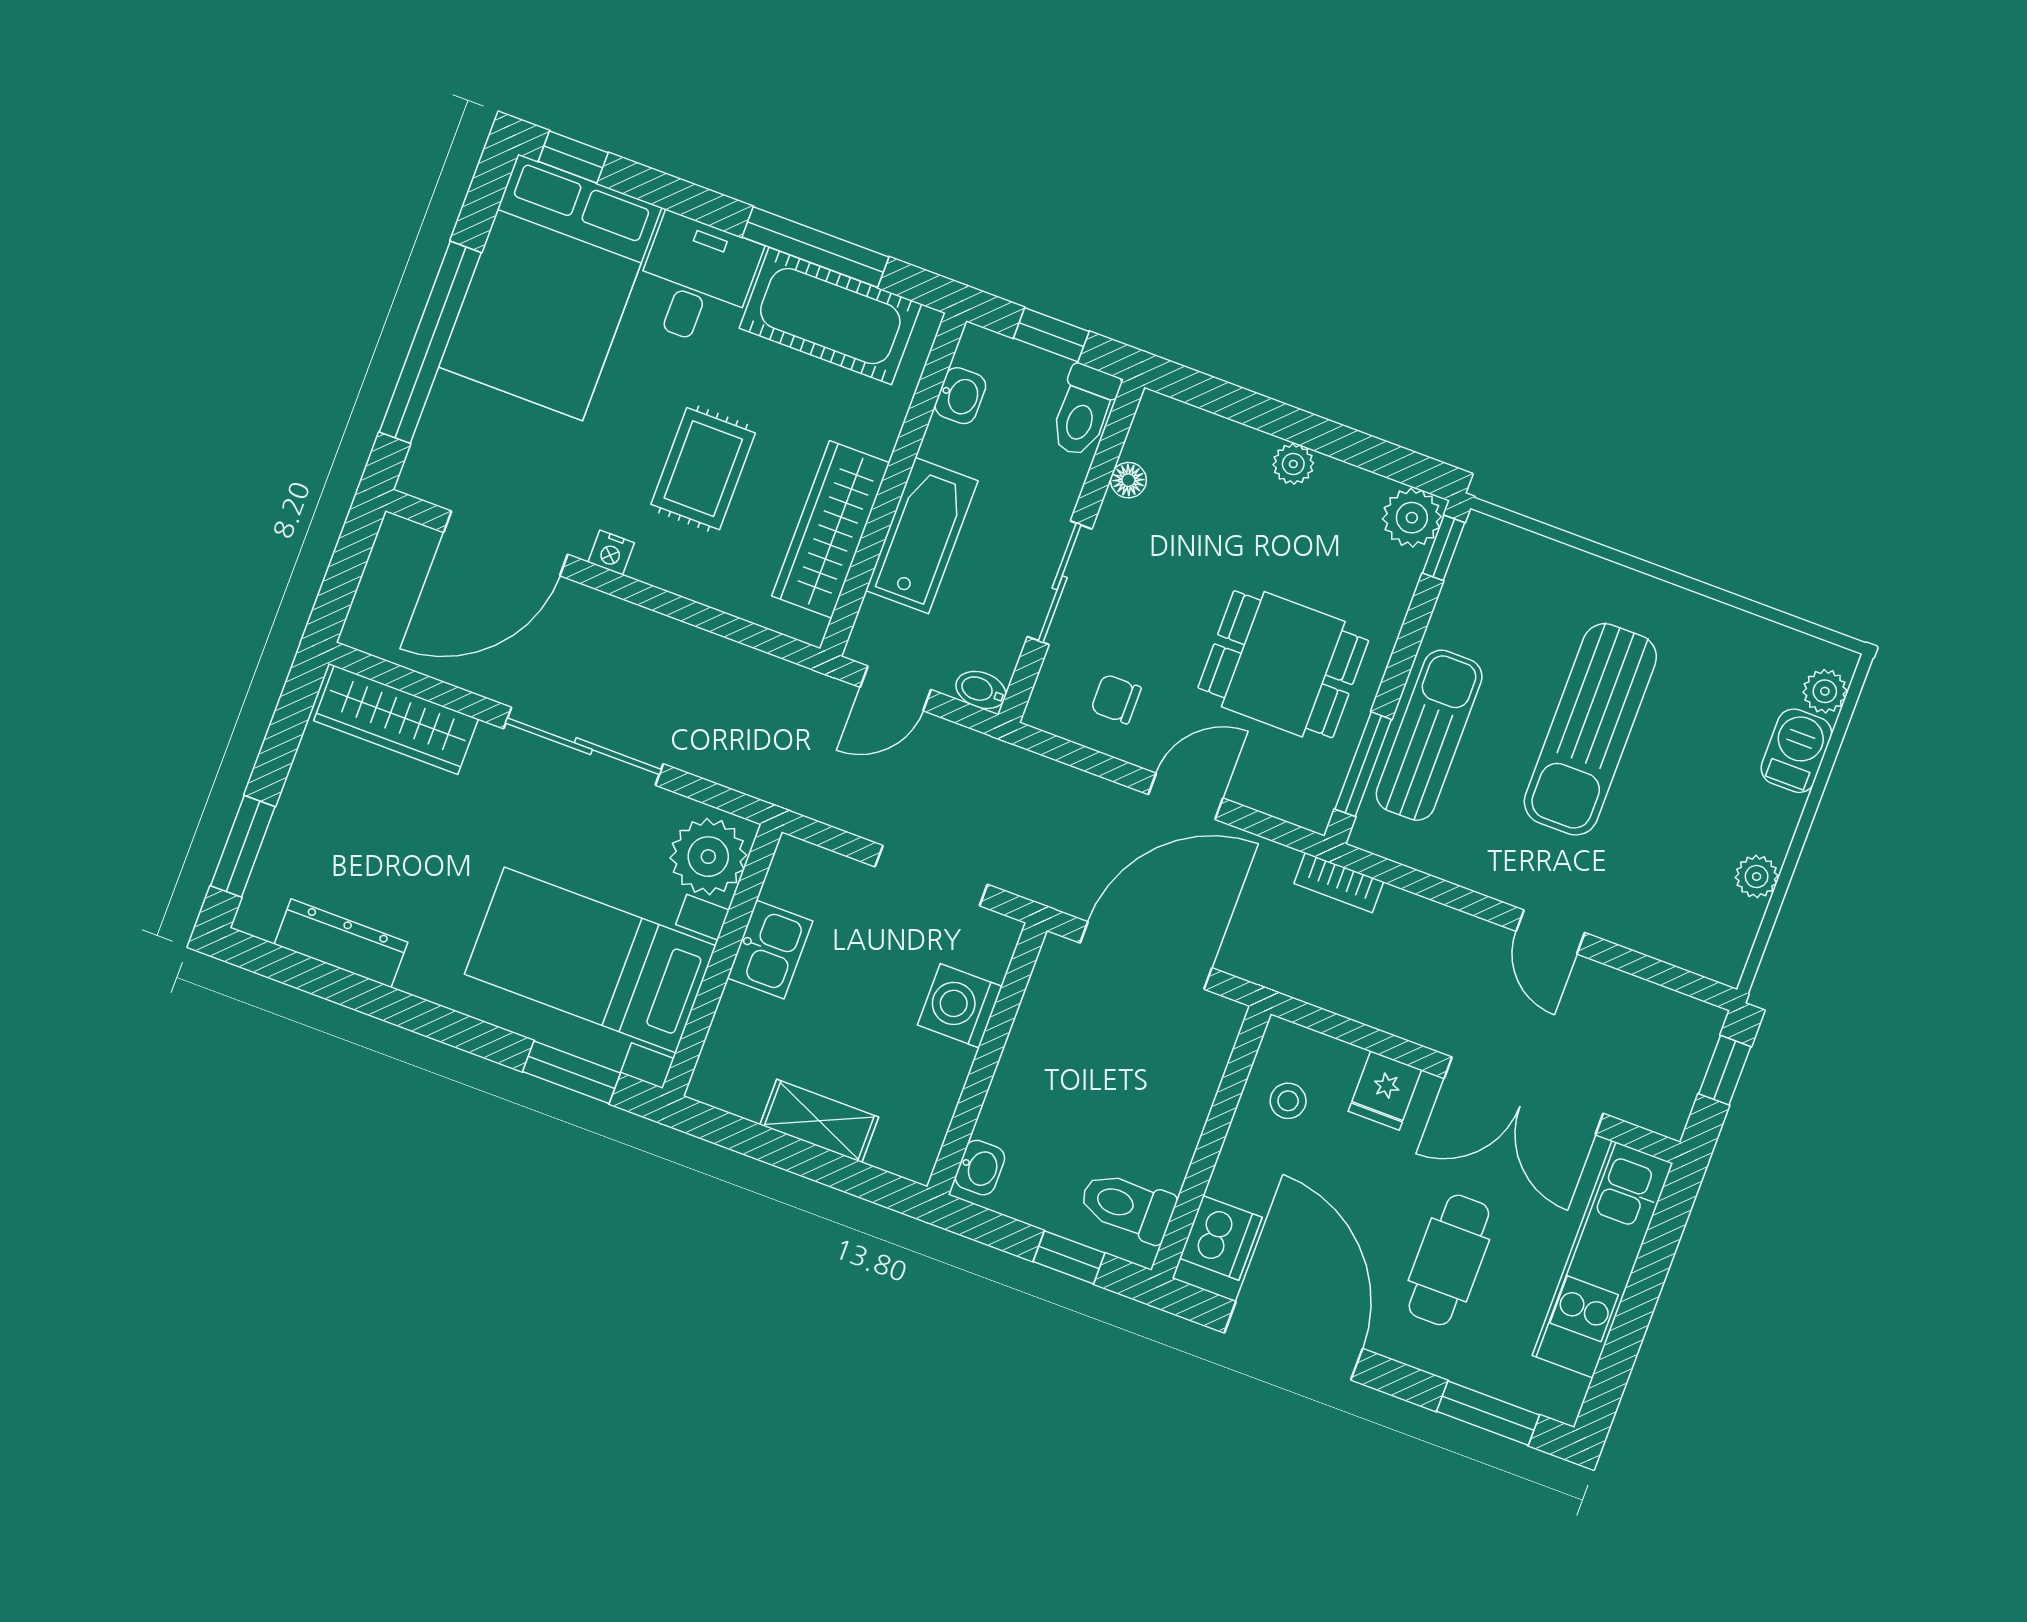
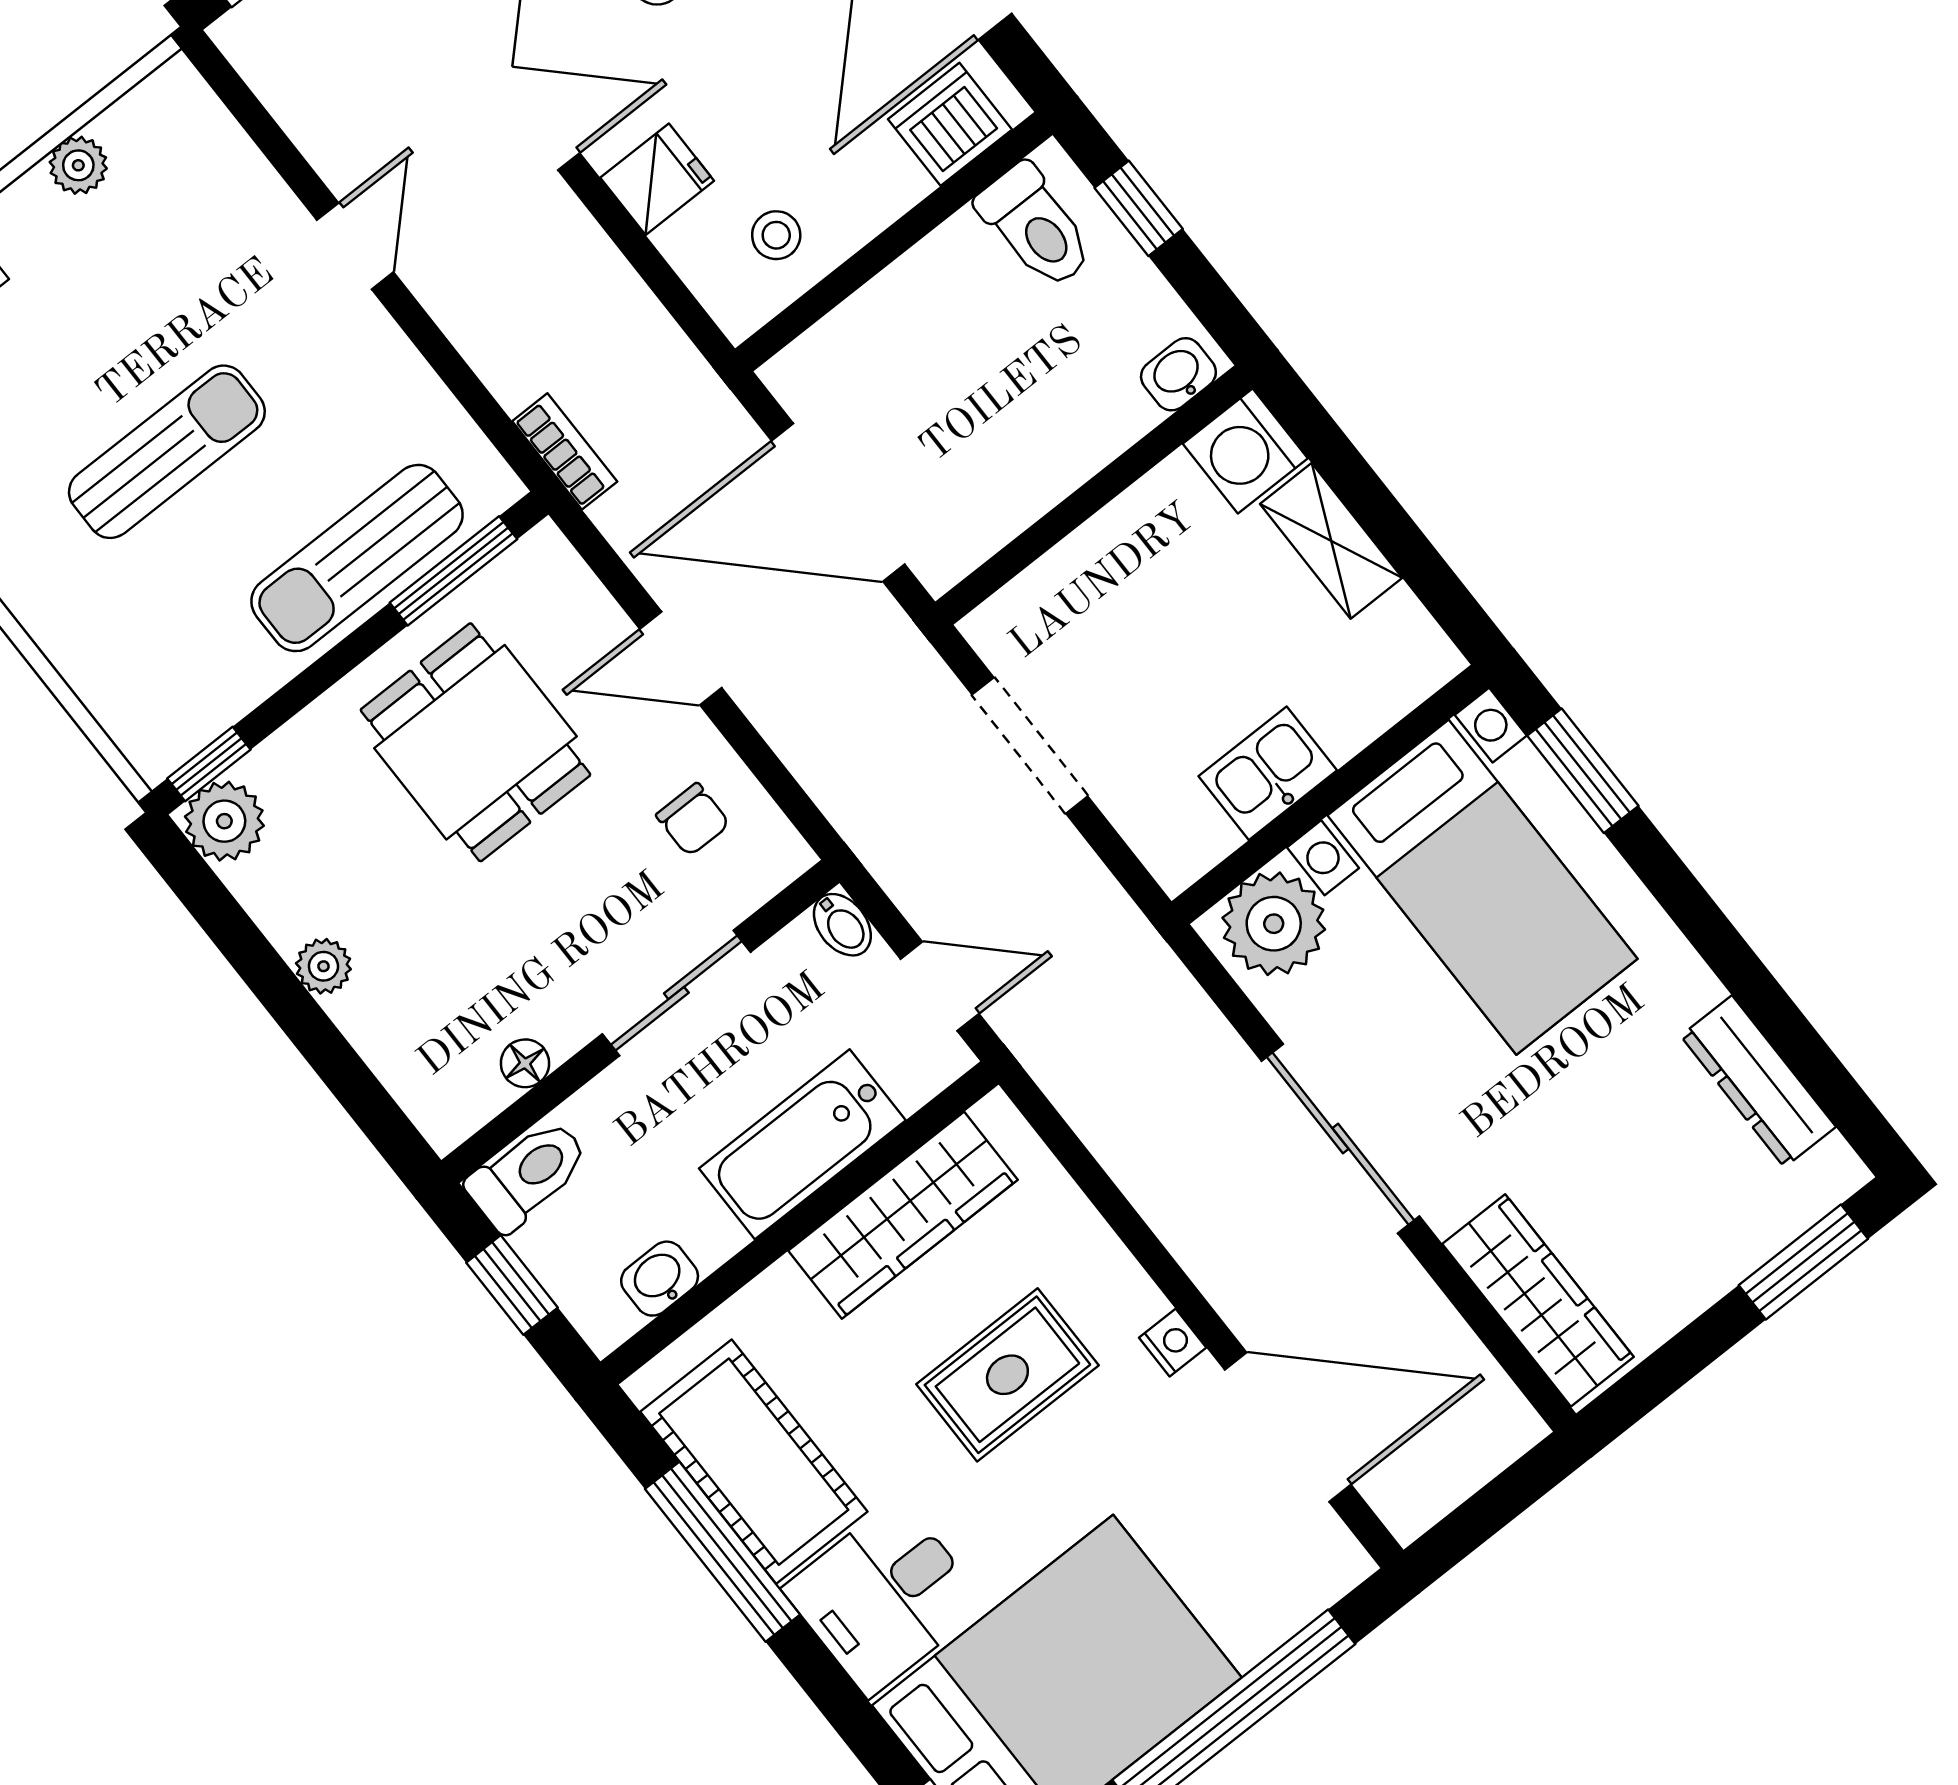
sun lounger: (1590, 729) -> (167, 452), width x0.73, depth x0.75
washing machine: (960, 1006) -> (1245, 451), moved, turned 90

